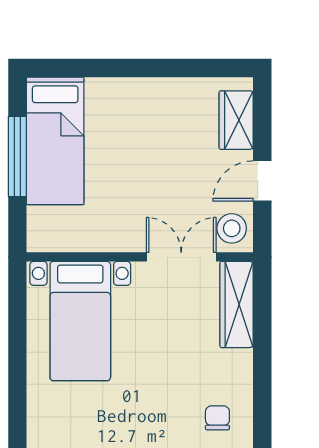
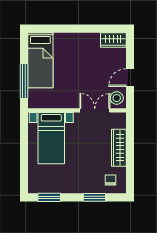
wardrobe: (236, 120) -> (113, 40), moved, turned -90
window: (17, 156) -> (24, 81), moved
wardrobe: (237, 304) -> (119, 148), moved

